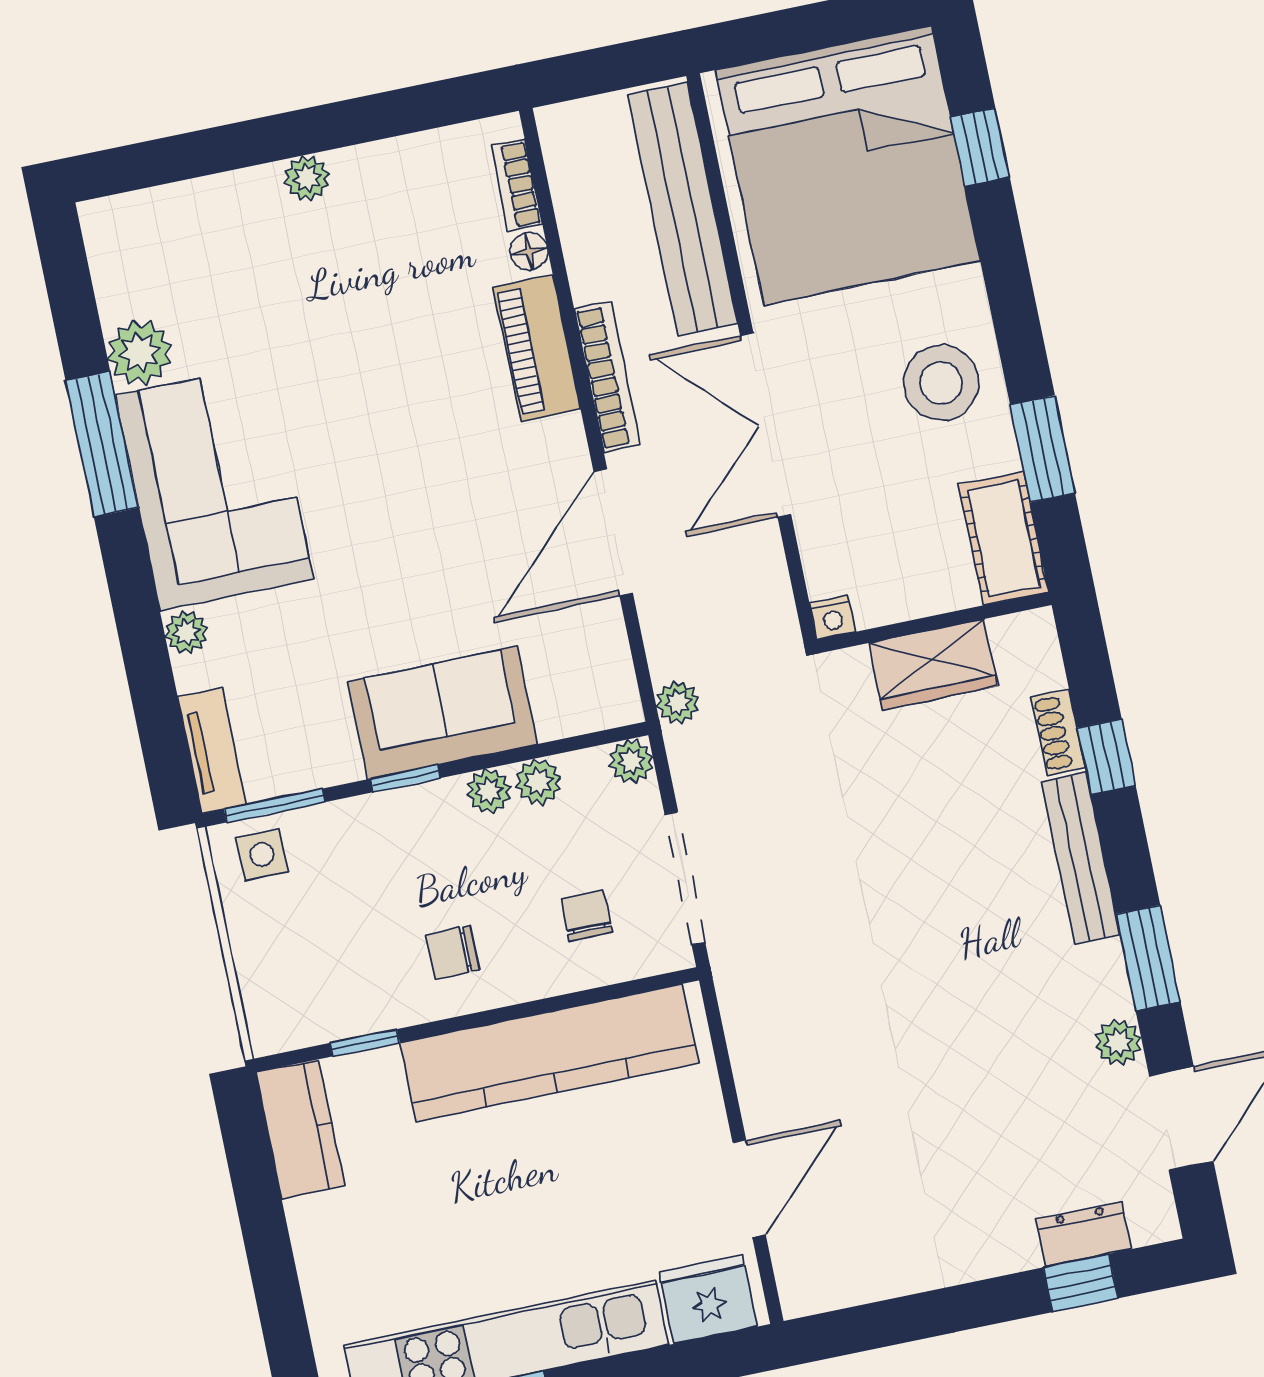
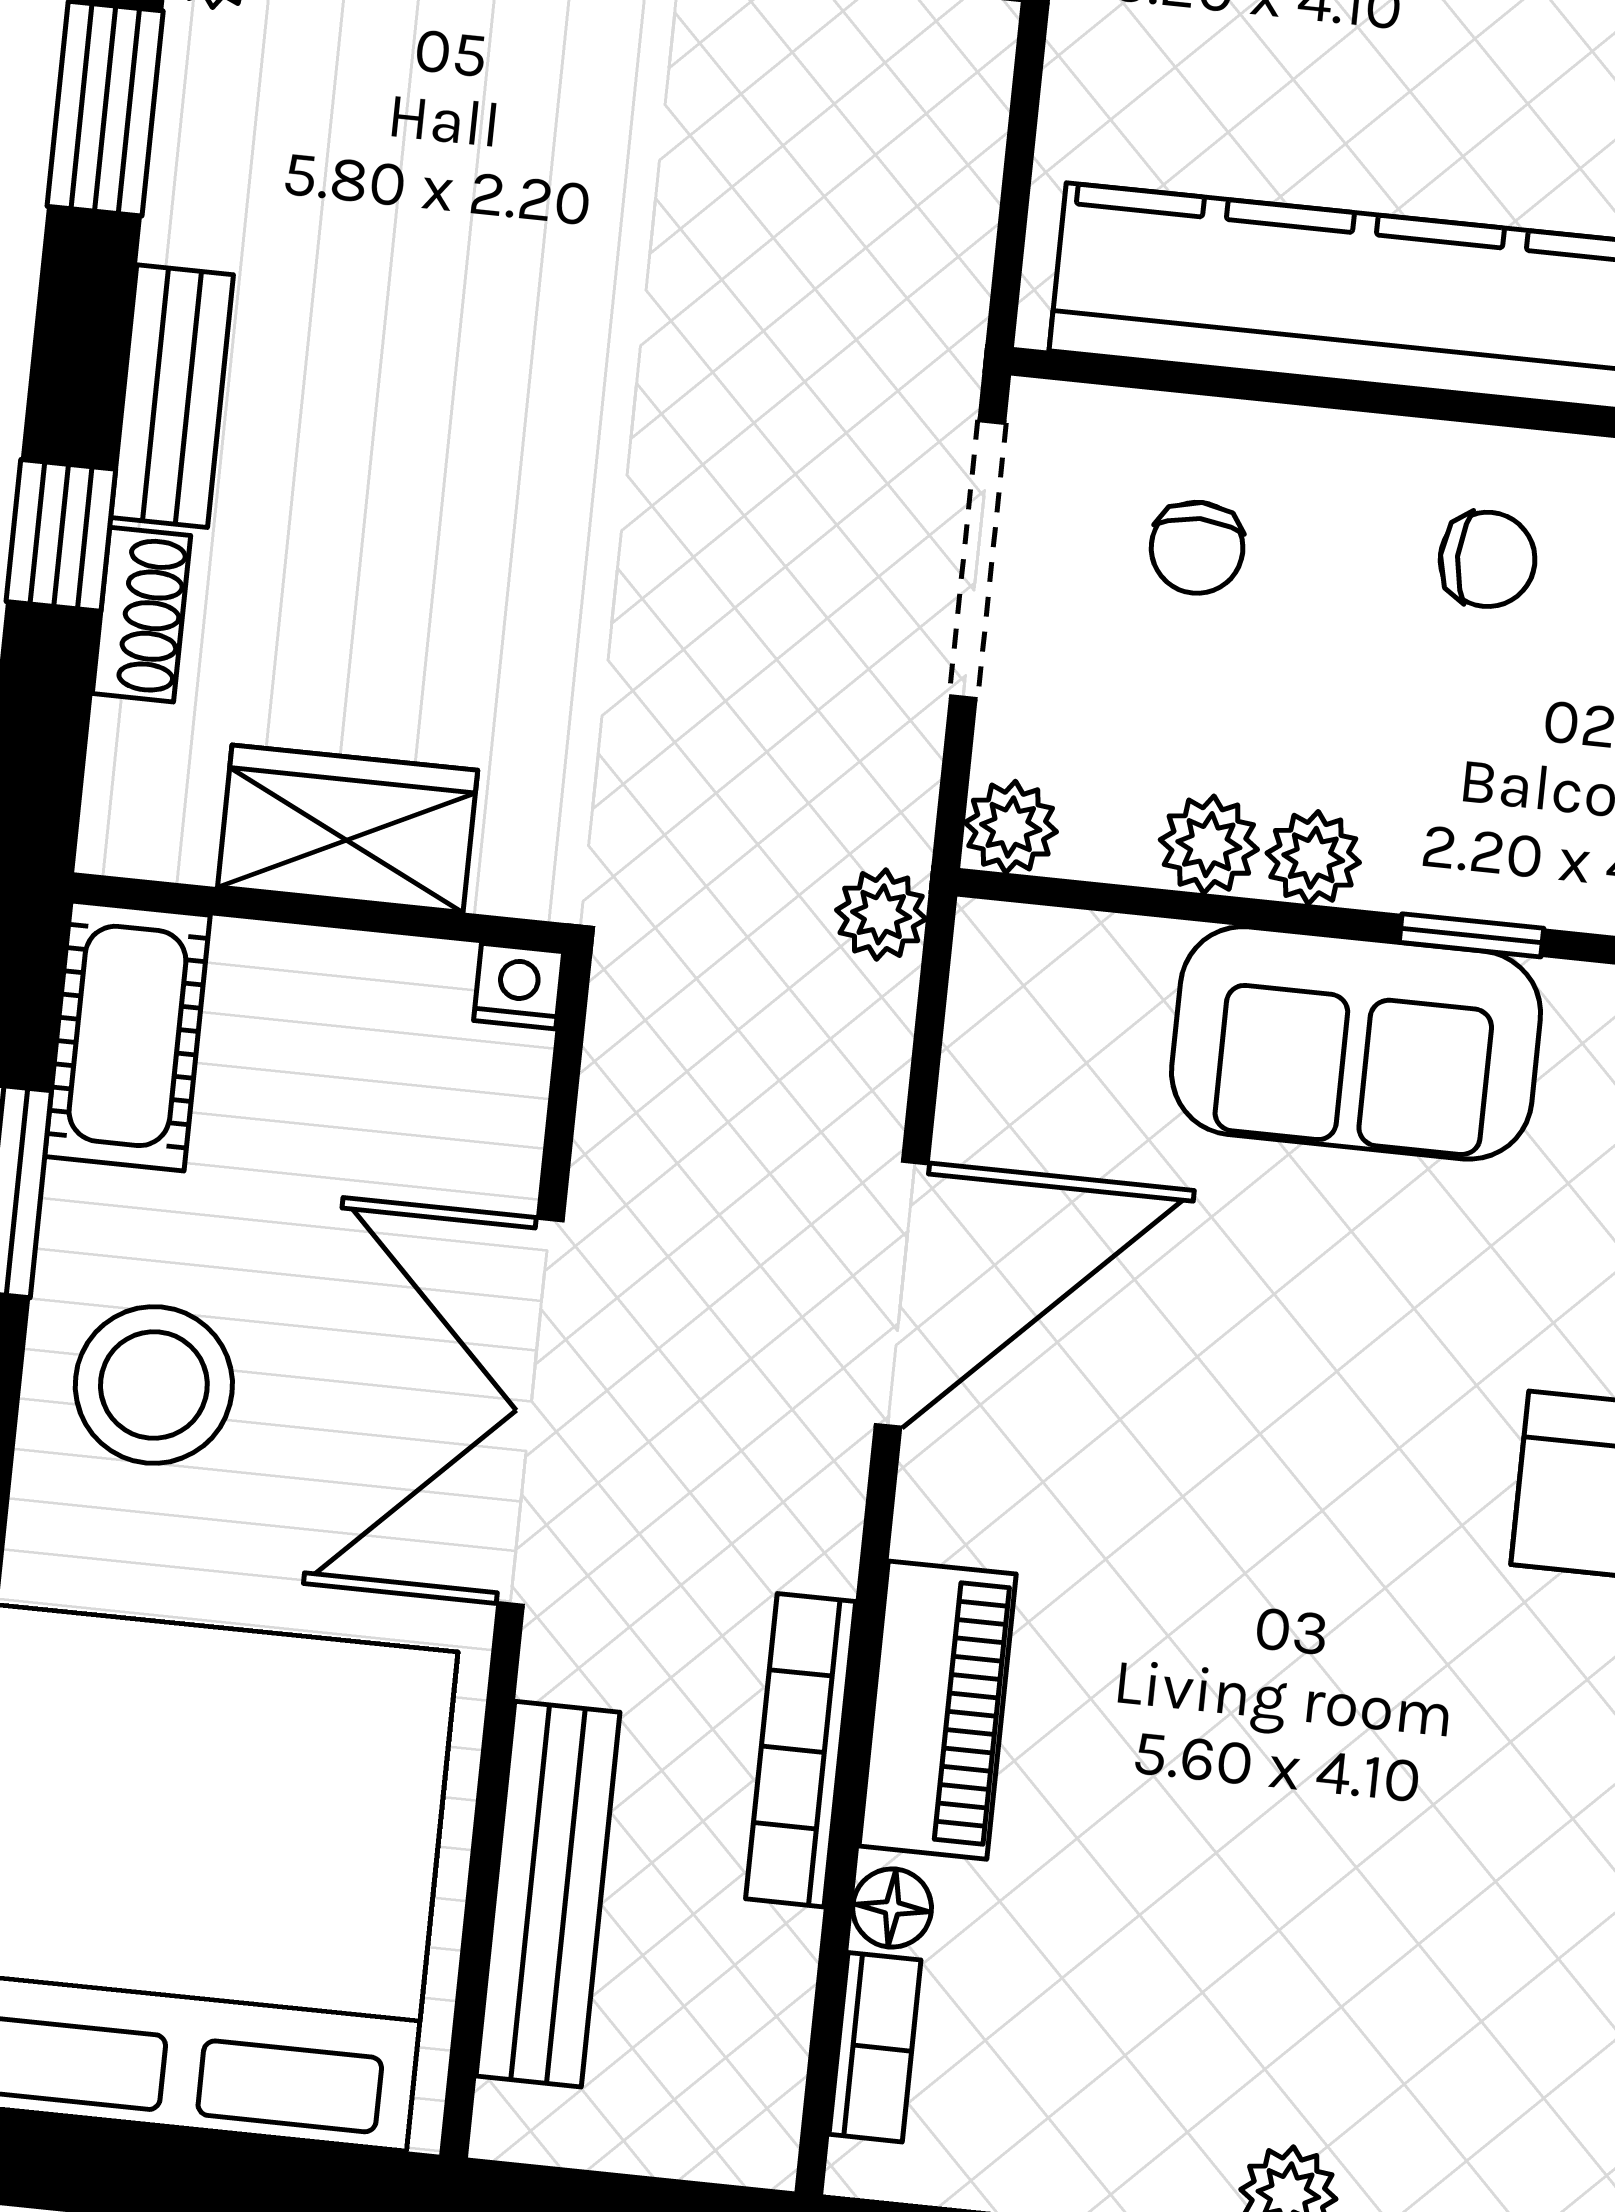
bench: (682, 209) -> (548, 1894), width x0.73, depth x0.82
bookcase: (607, 377) -> (801, 1750), moved
double door: (766, 425) -> (530, 1412), swing flipped
bench: (1080, 858) -> (172, 396), width x0.73

